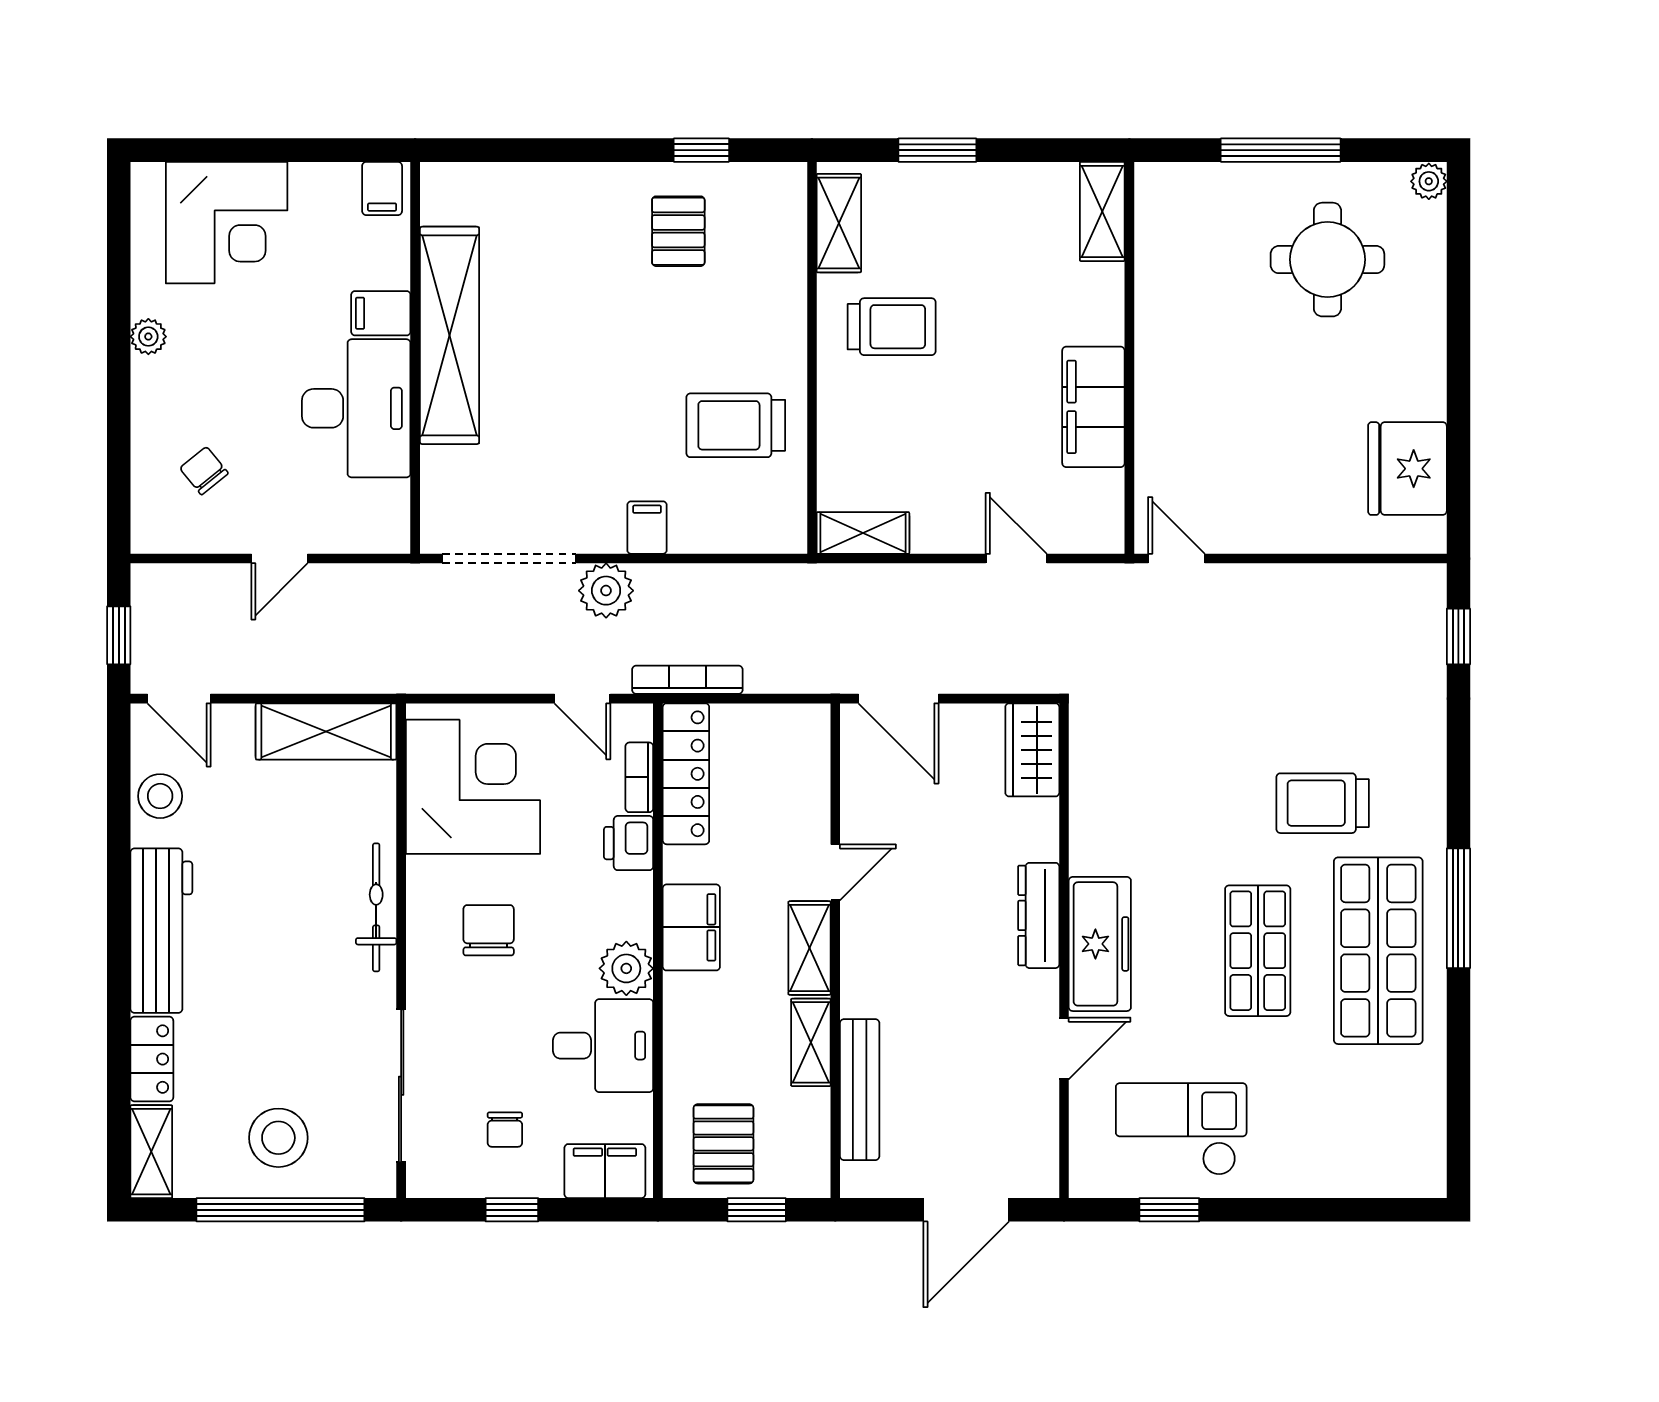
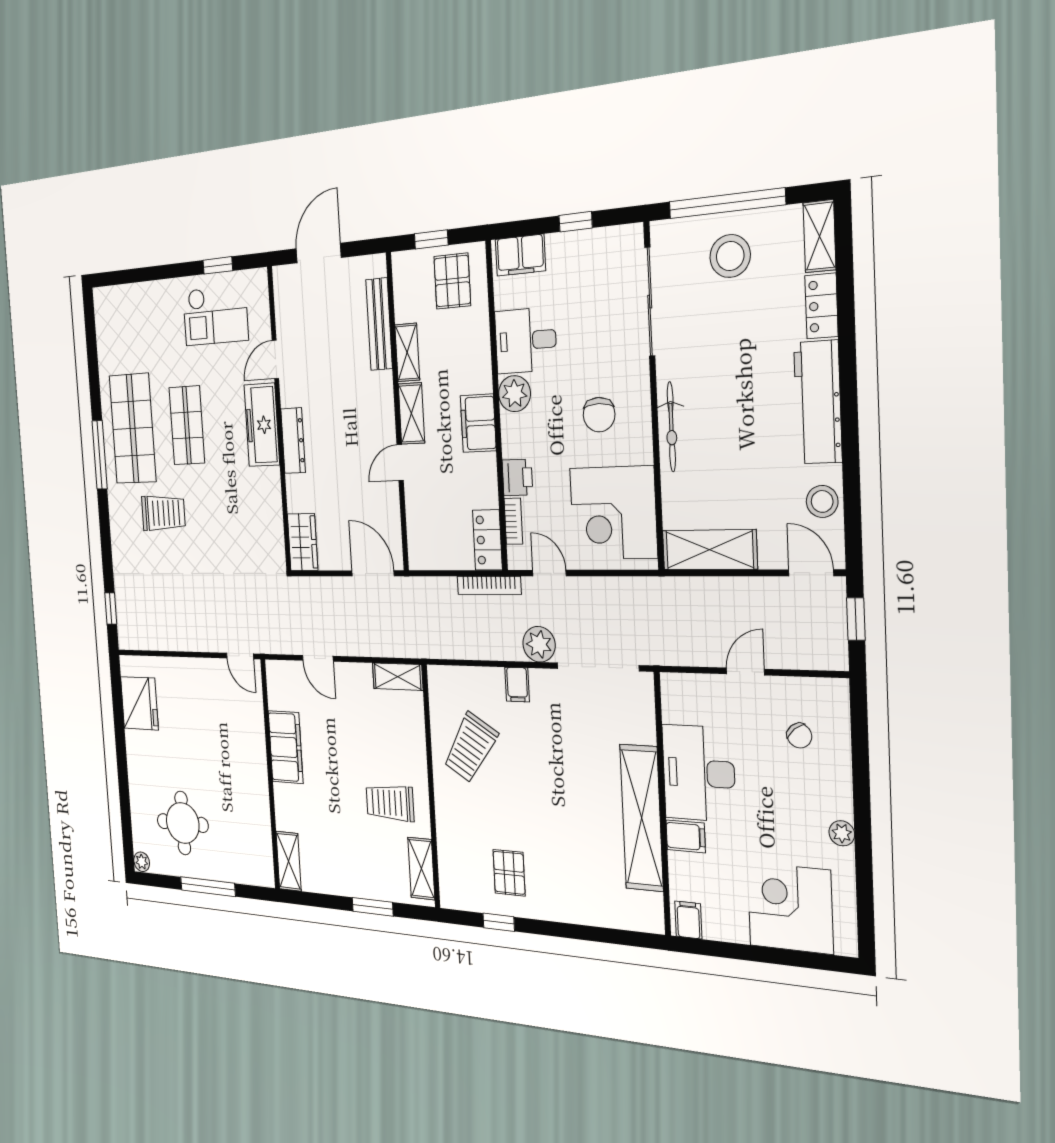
trolley: (736, 425) -> (470, 748), turned 122
locker: (686, 774) -> (487, 540), width x0.66
chair: (505, 1130) -> (583, 277), removed

